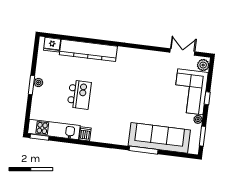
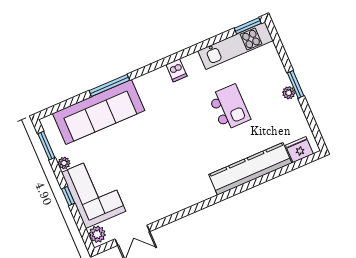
kitchen island: (79, 95) -> (229, 107), turned 180
dishwasher: (85, 134) -> (176, 70), moved

